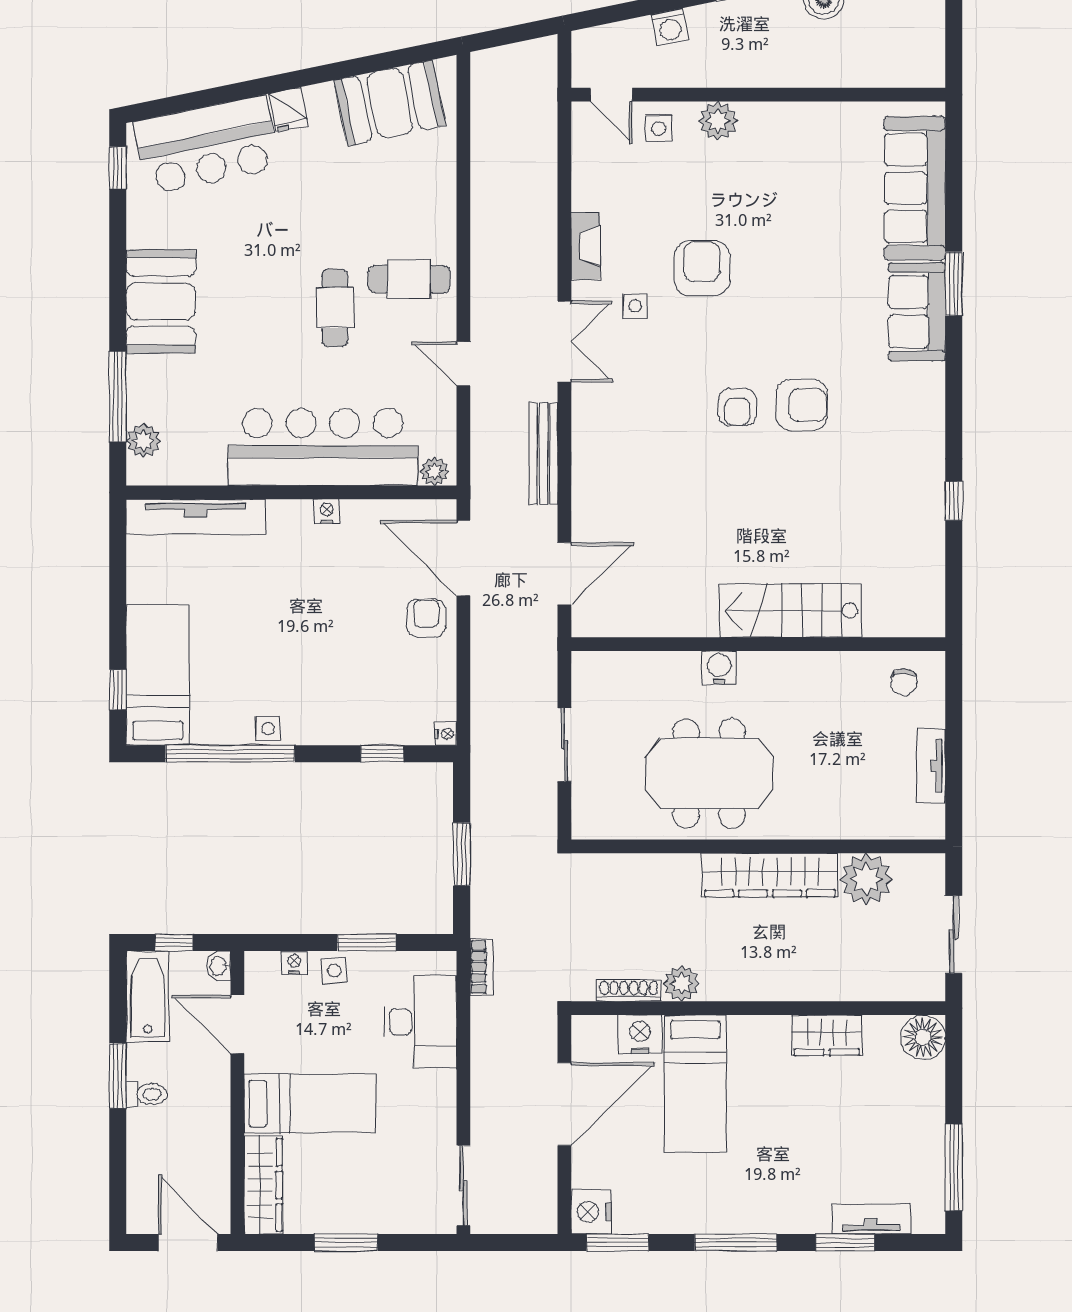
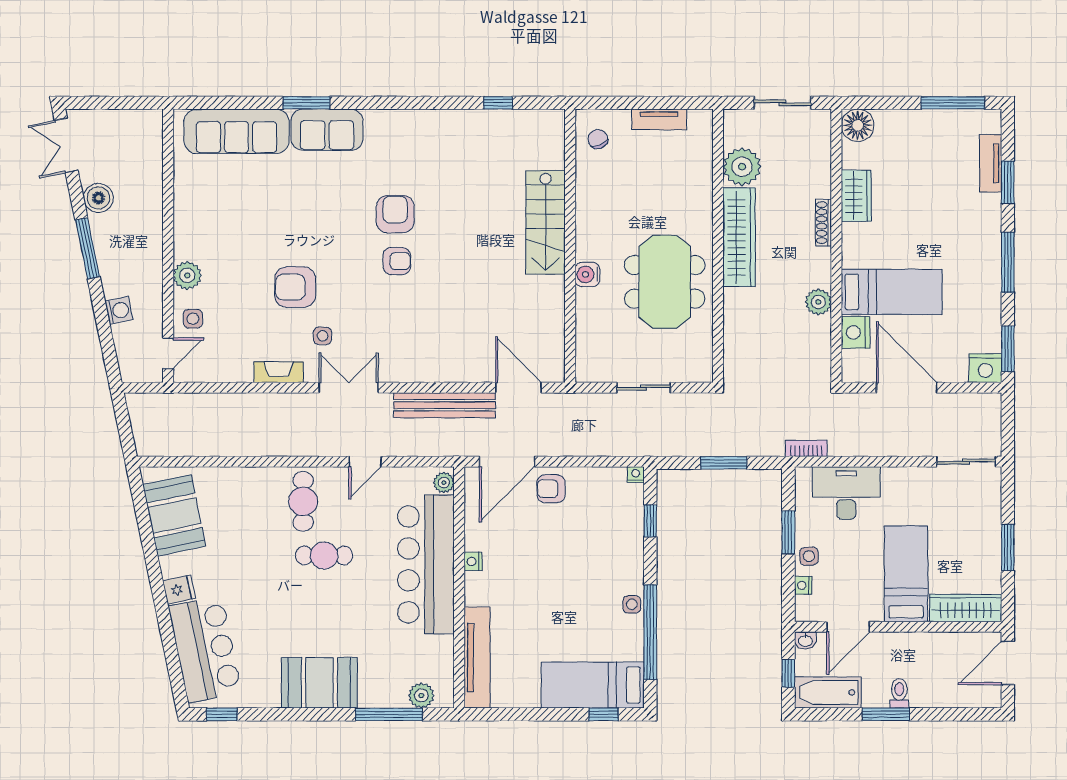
bench: (543, 454) -> (444, 405), width x1.37, depth x1.21
window: (954, 501) -> (498, 103), moved
chair: (904, 682) -> (598, 139), turned -112
shoe rack: (629, 991) -> (824, 223), moved

